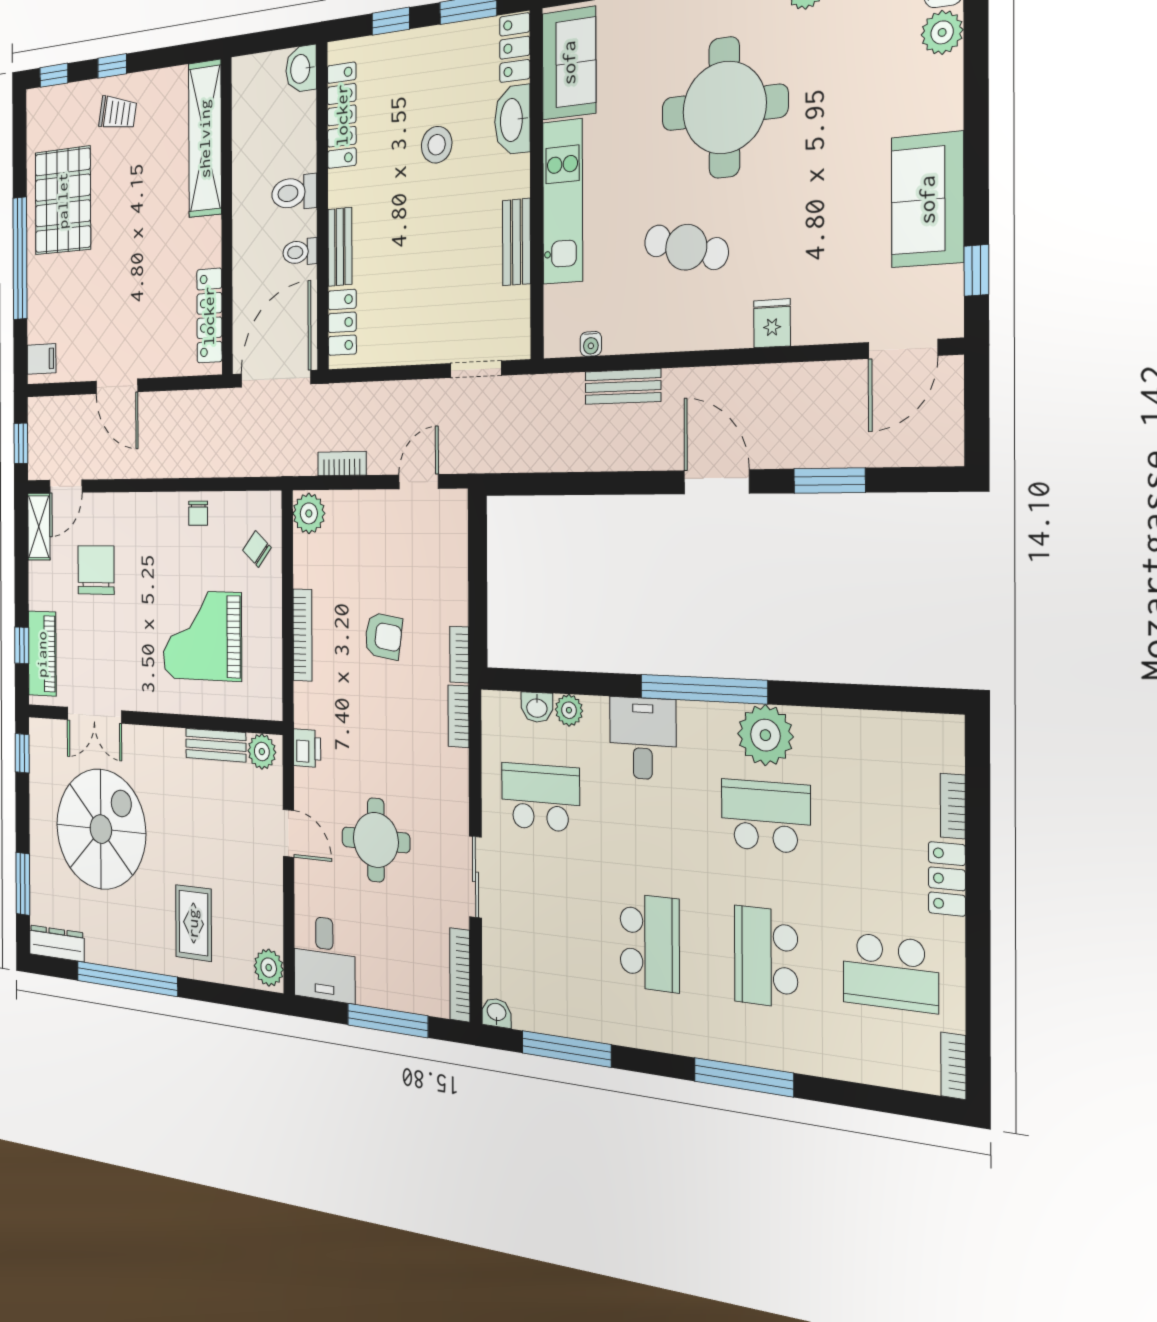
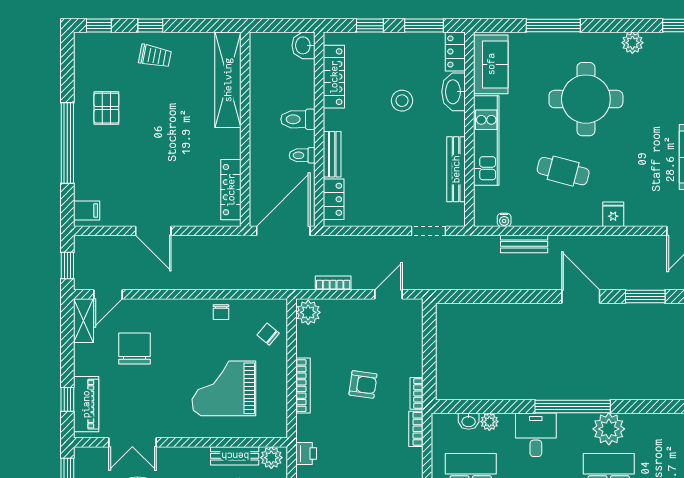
pallet: (63, 201) -> (106, 108), width x0.49, depth x0.50
bench: (516, 242) -> (456, 169), width x1.36

